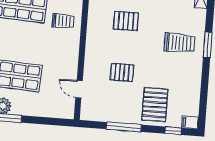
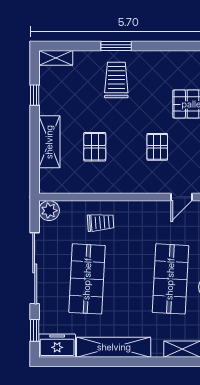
trolley: (63, 21) -> (101, 222), turned 86

